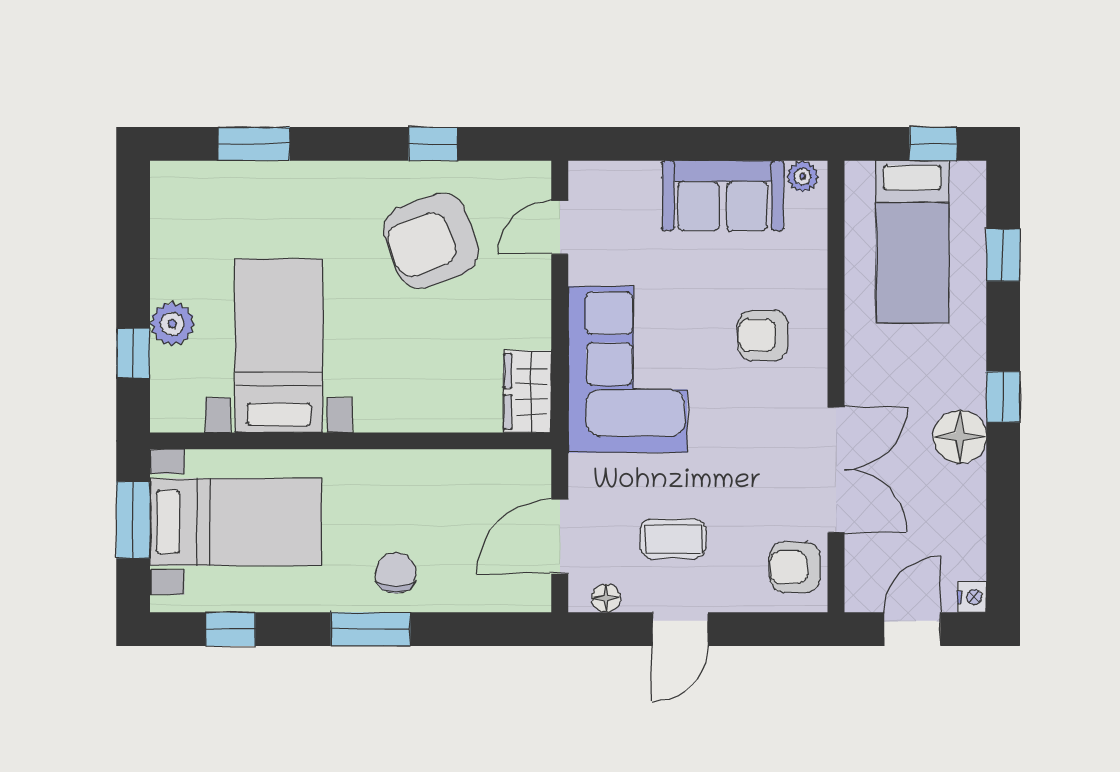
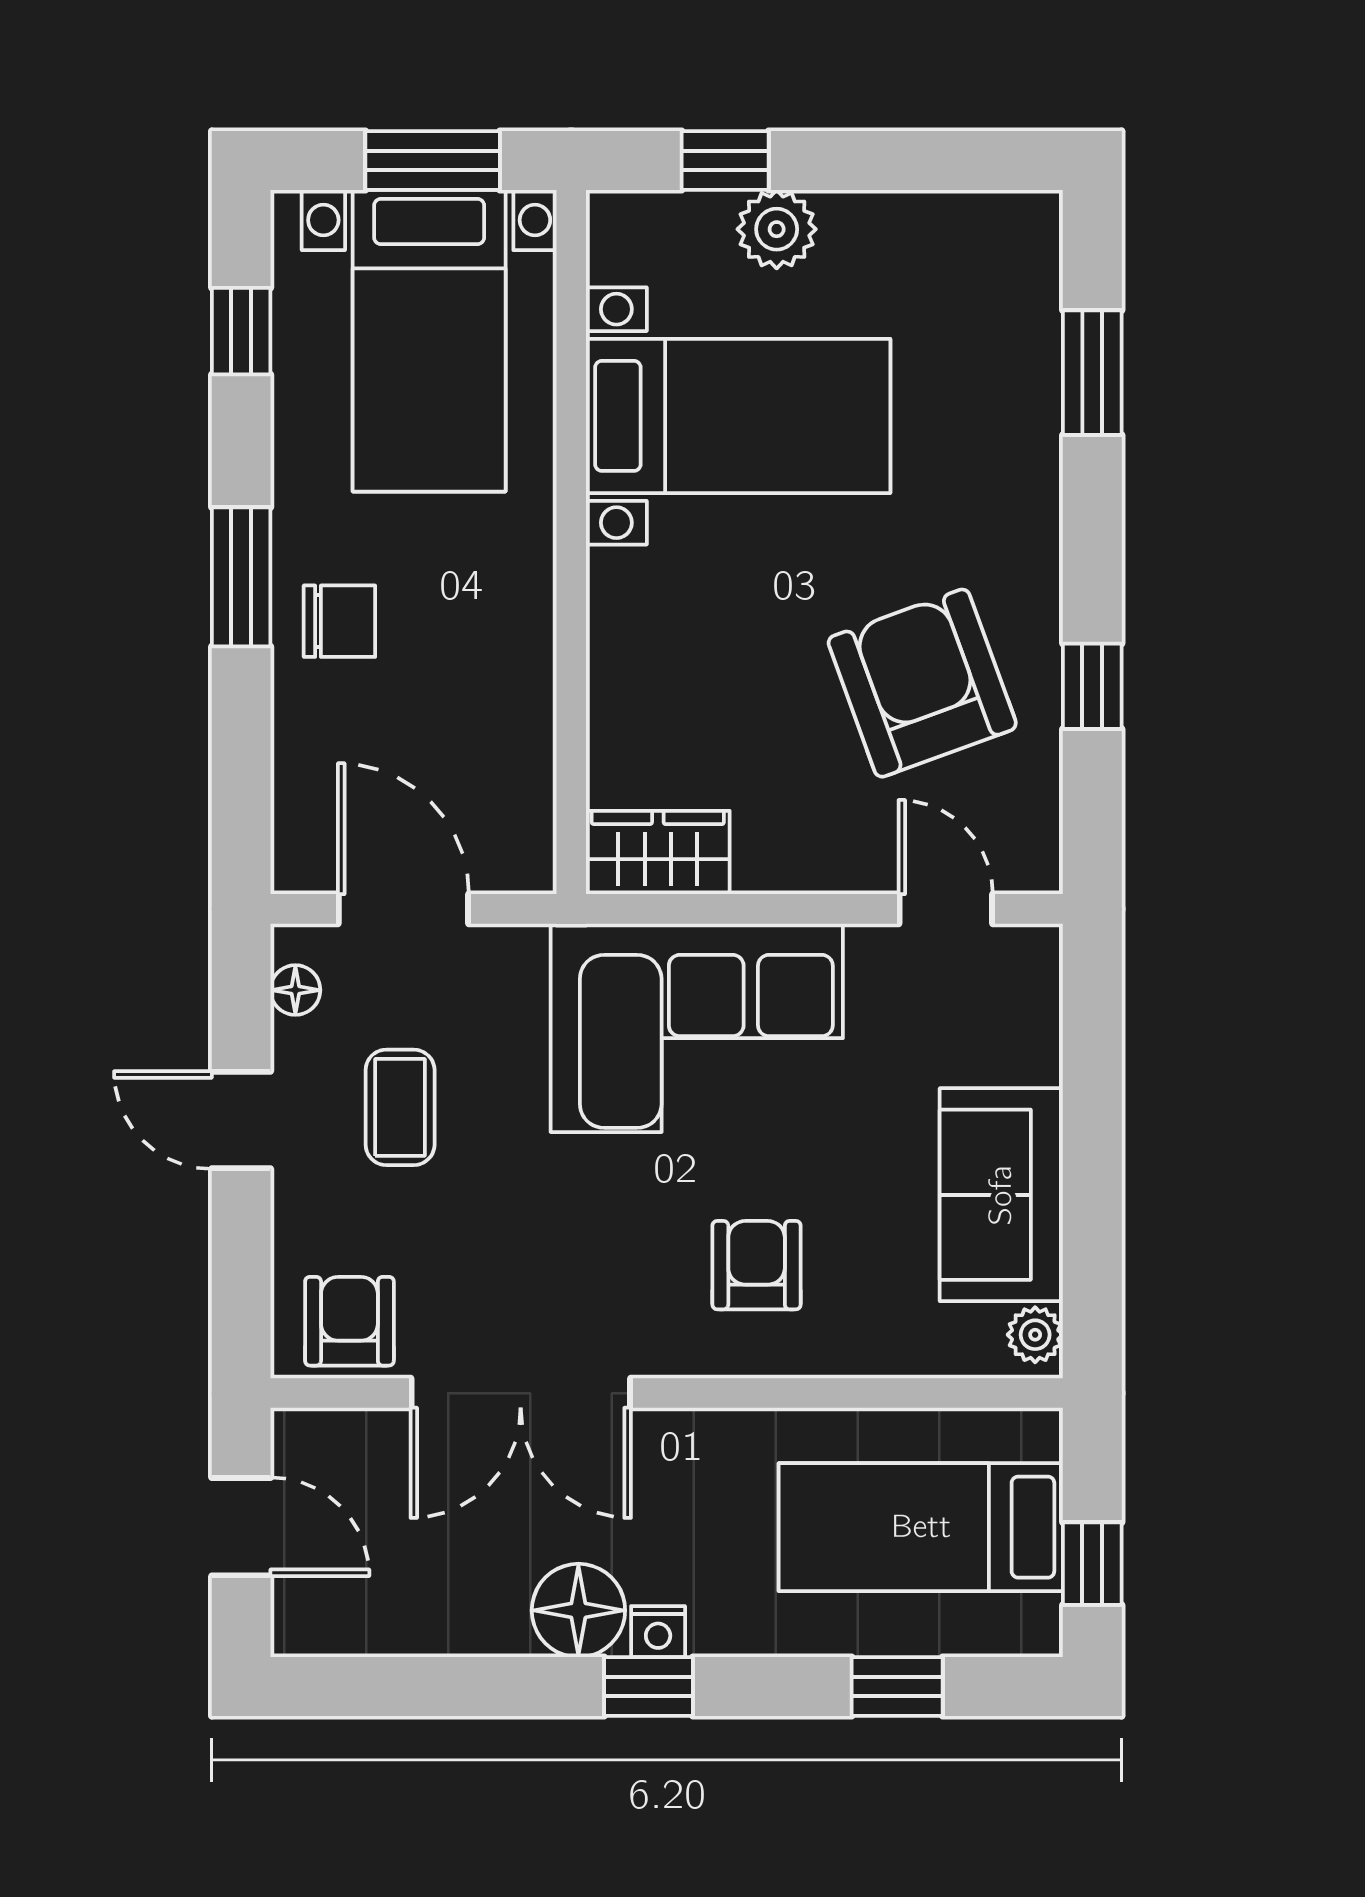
nightstand: (972, 597) -> (658, 1632), moved

